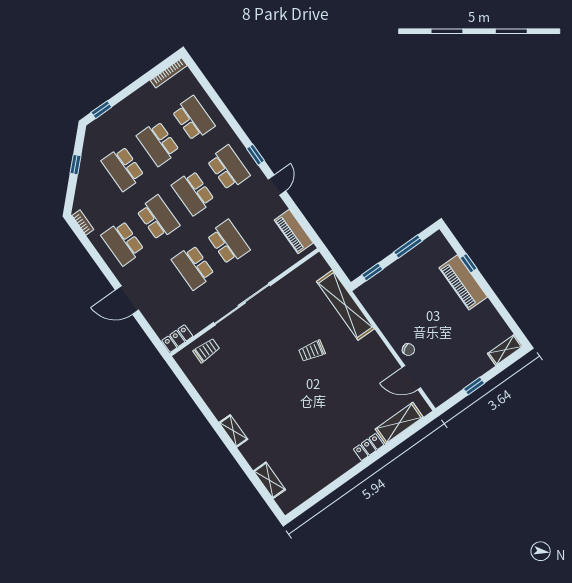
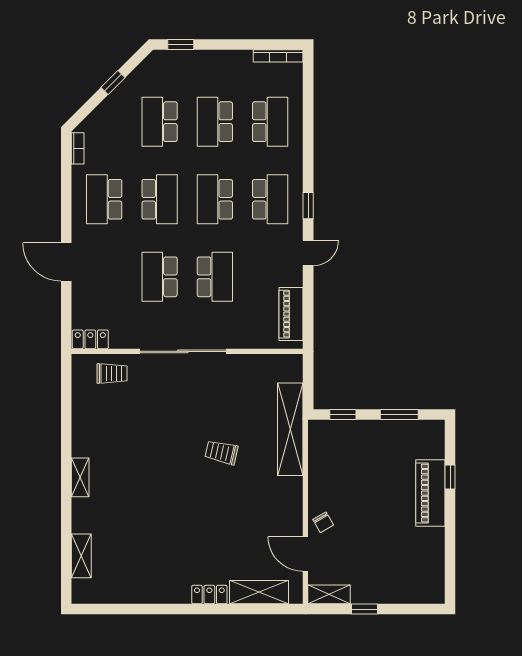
shelving: (505, 350) -> (329, 594), moved

